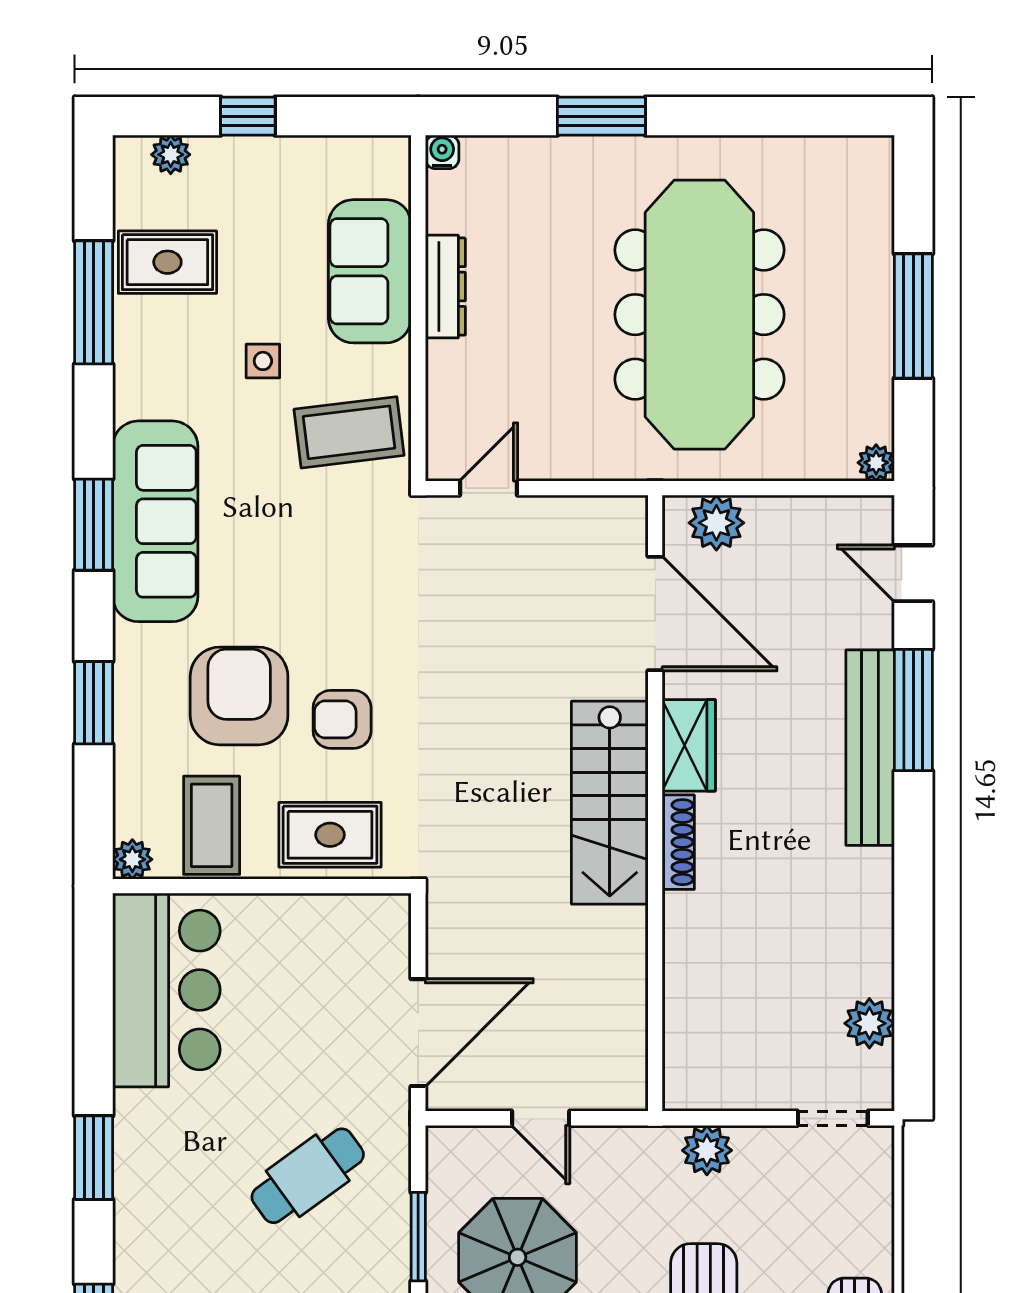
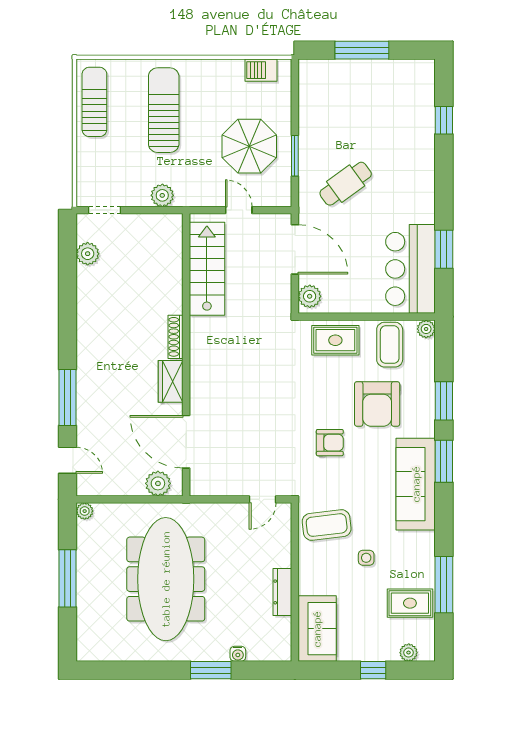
water cooler: (442, 152) -> (238, 654), moved
sofa: (370, 271) -> (317, 629), moved
window: (94, 525) -> (444, 461), moved
armchair: (342, 719) -> (330, 443), moved
bench: (870, 748) -> (87, 380), removed
stairs: (610, 803) -> (207, 269), moved
plant: (386, 931) -> (310, 296), added
door: (418, 1033) -> (295, 249), swing flipped
window: (94, 1158) -> (444, 249), moved

